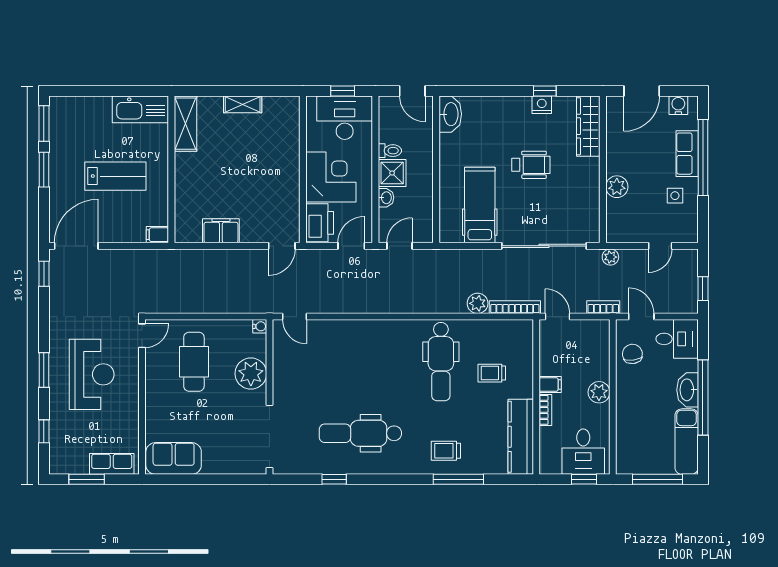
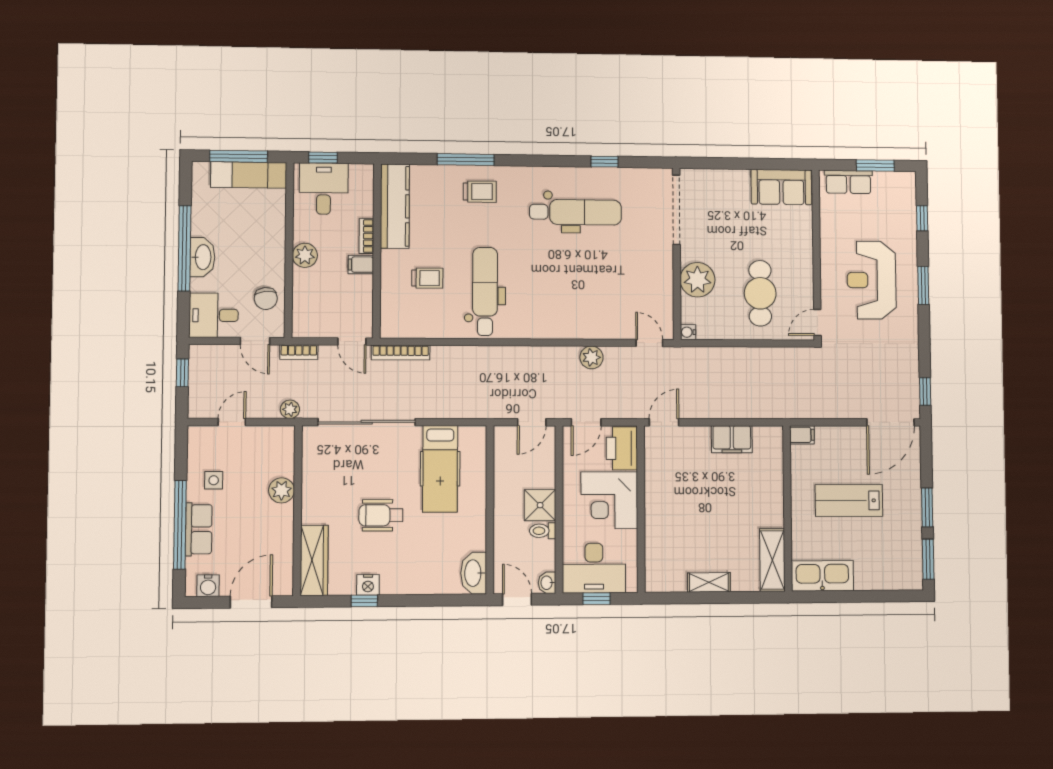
washbasin: (386, 198) -> (547, 583), moved
plant: (478, 303) -> (591, 357), moved
exam couch: (687, 442) -> (249, 175), moved, turned 90

